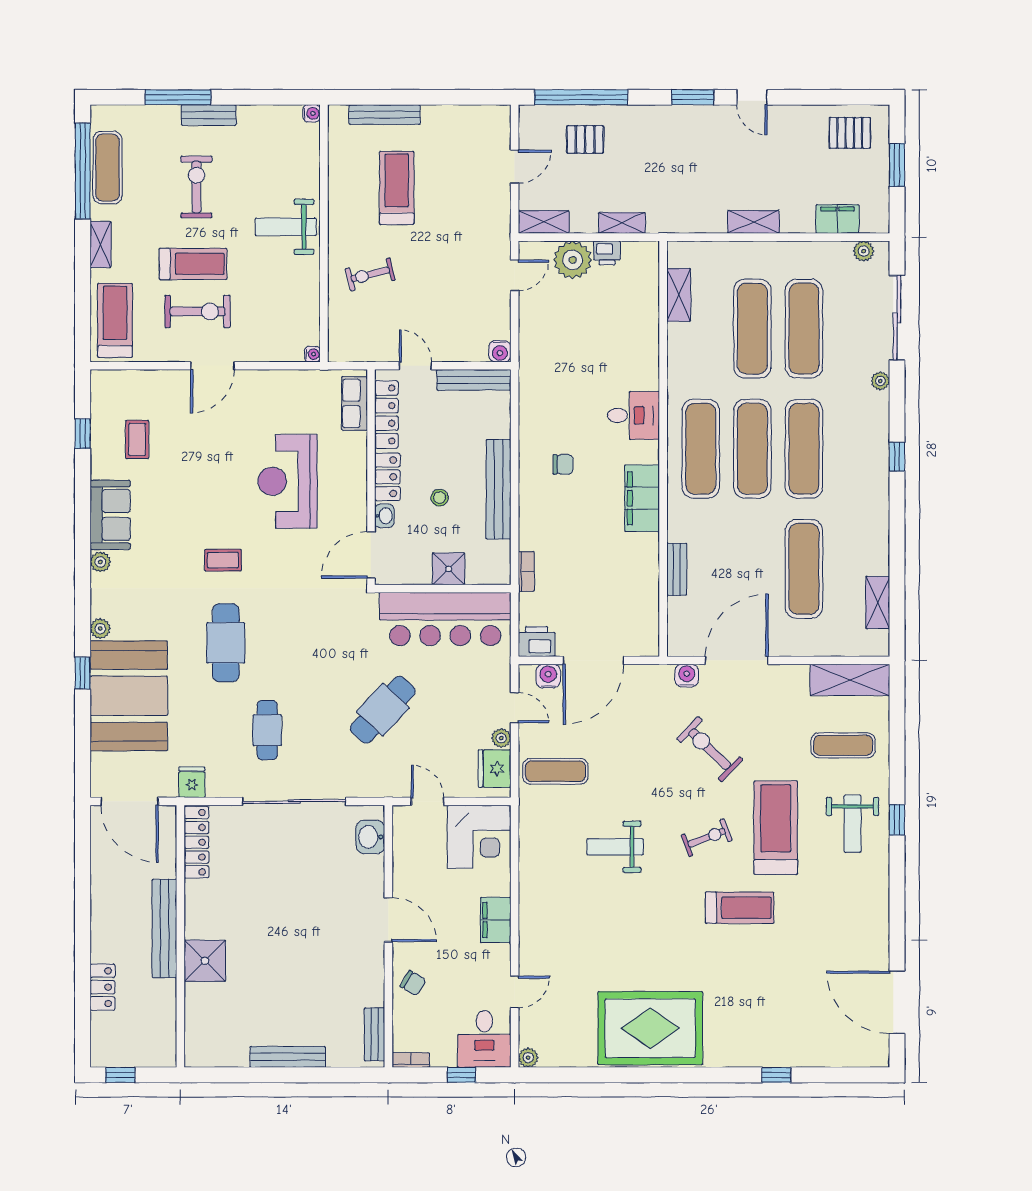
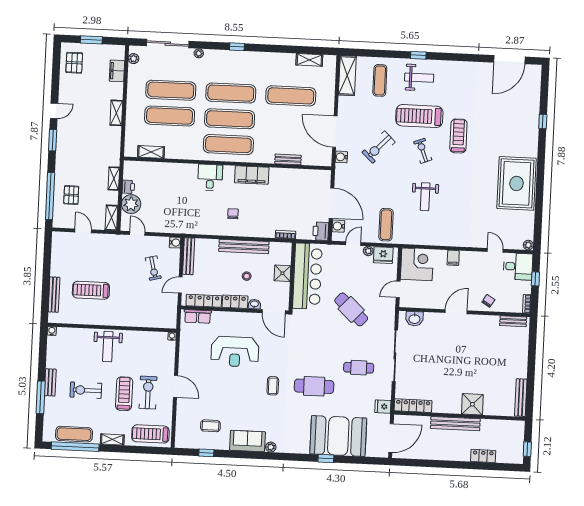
exercise bike: (370, 274) -> (153, 268), moved
plant: (100, 629) -> (304, 449), removed
filing cabinet: (496, 920) -> (453, 258), width x0.50
bench: (288, 1057) -> (521, 398), moved

